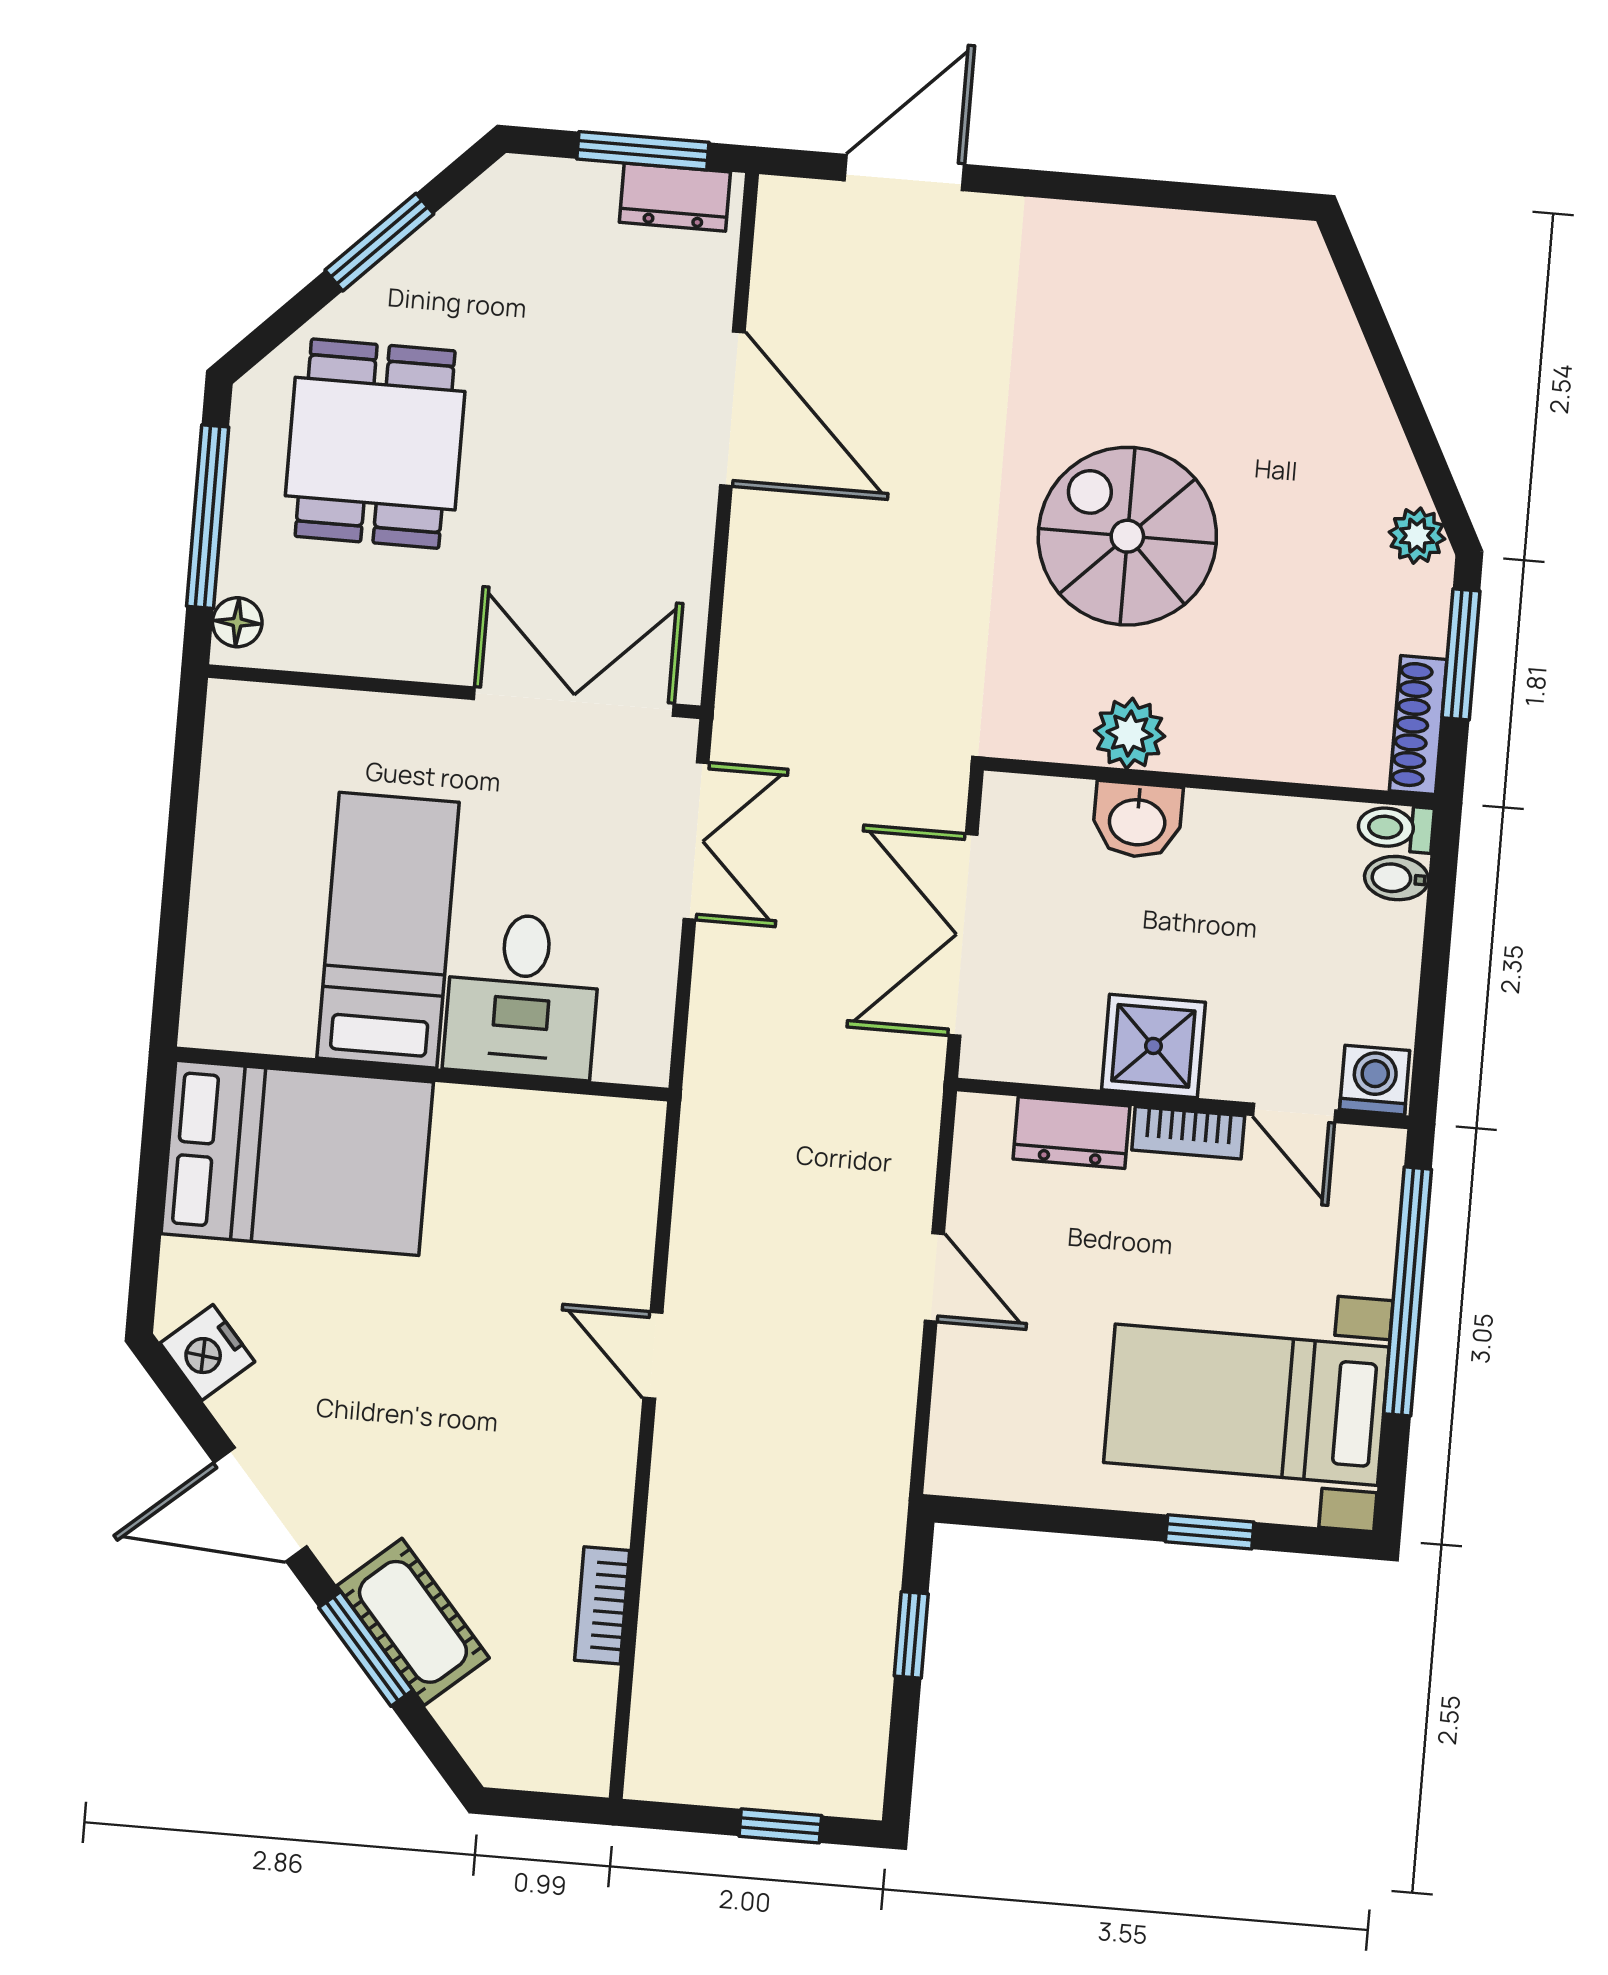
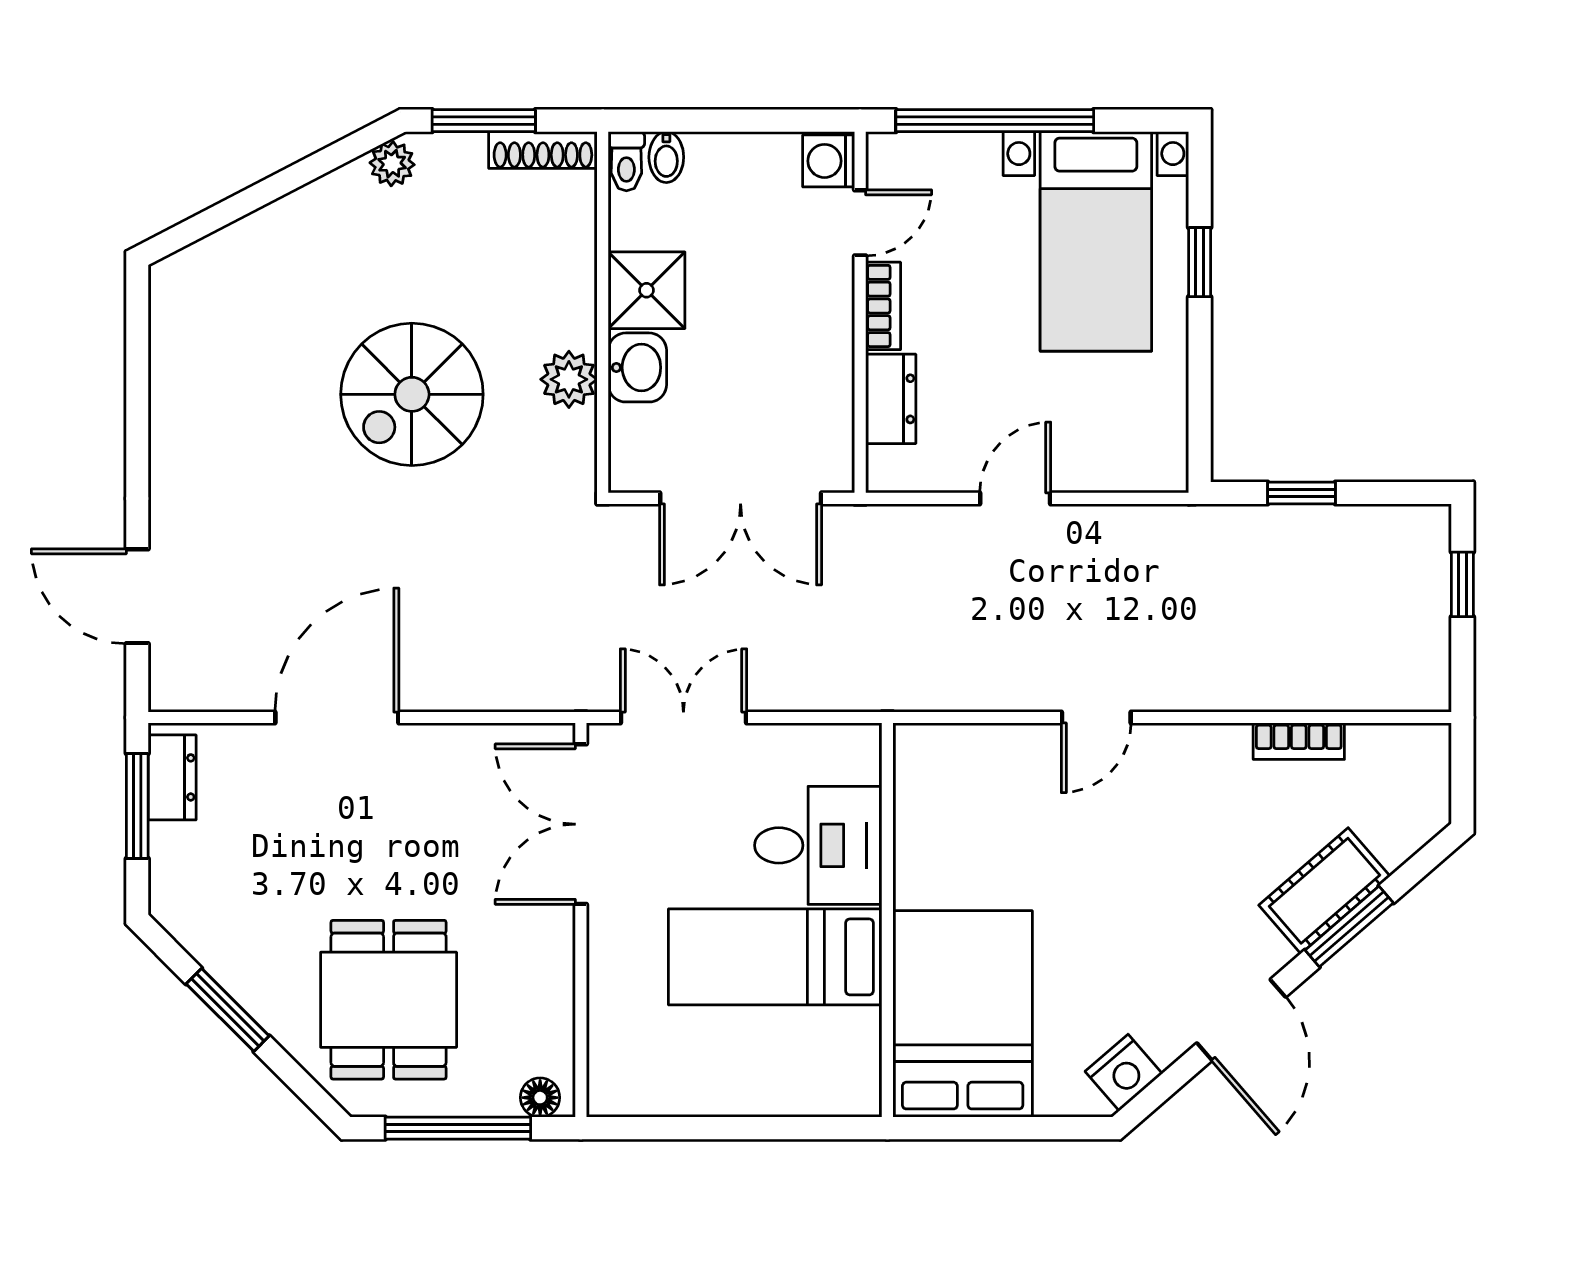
dining table: (375, 444) -> (389, 1000), turned 90
shower: (1153, 1046) -> (647, 290), moved

